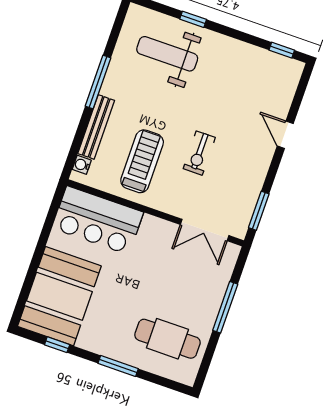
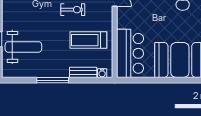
weight bench: (167, 54) -> (23, 47), turned -90
bench: (96, 127) -> (83, 72), width x0.73

